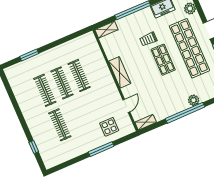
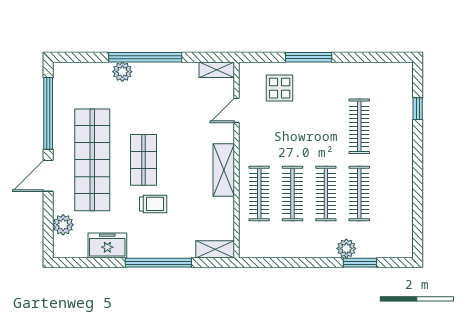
plant: (39, 59) -> (346, 248), added
clothes rail: (96, 68) -> (259, 193), added

